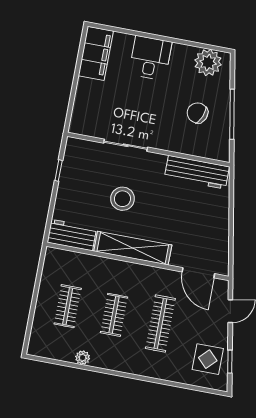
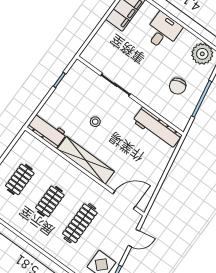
chair: (197, 113) -> (178, 86), turned -127
stool: (122, 199) -> (95, 122), width x0.53, depth x0.53
door: (198, 273) -> (124, 200), swing flipped
plant: (83, 358) -> (13, 221), removed

